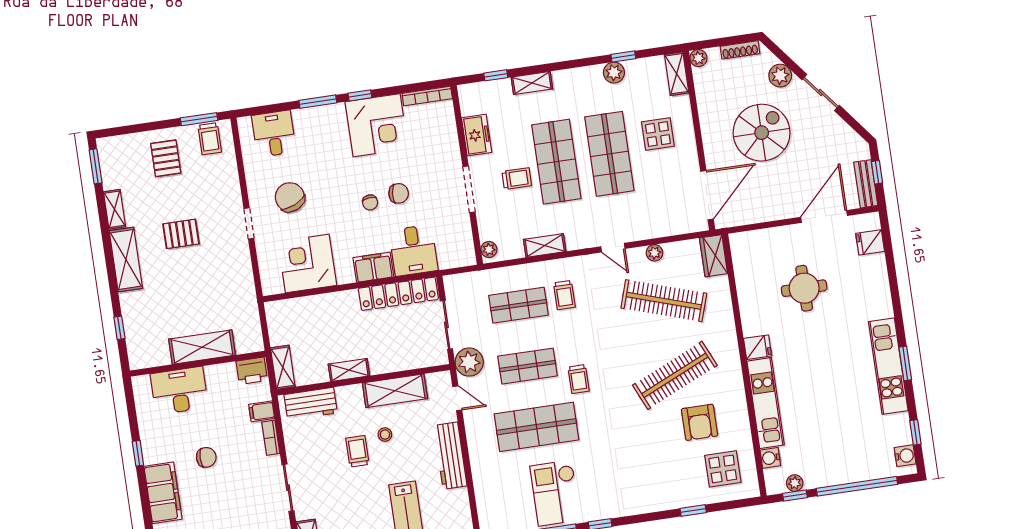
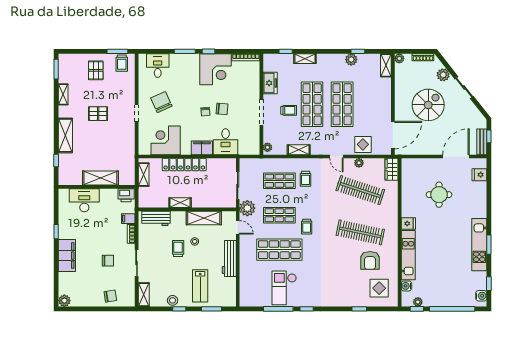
display table: (658, 134) -> (363, 144), moved
shelving: (126, 259) -> (65, 135), moved
locker: (398, 294) -> (184, 165), moved
shelving: (283, 367) -> (144, 175), moved
clothes rail: (675, 375) -> (360, 232), turned 36
chair: (206, 457) -> (108, 261), moved

